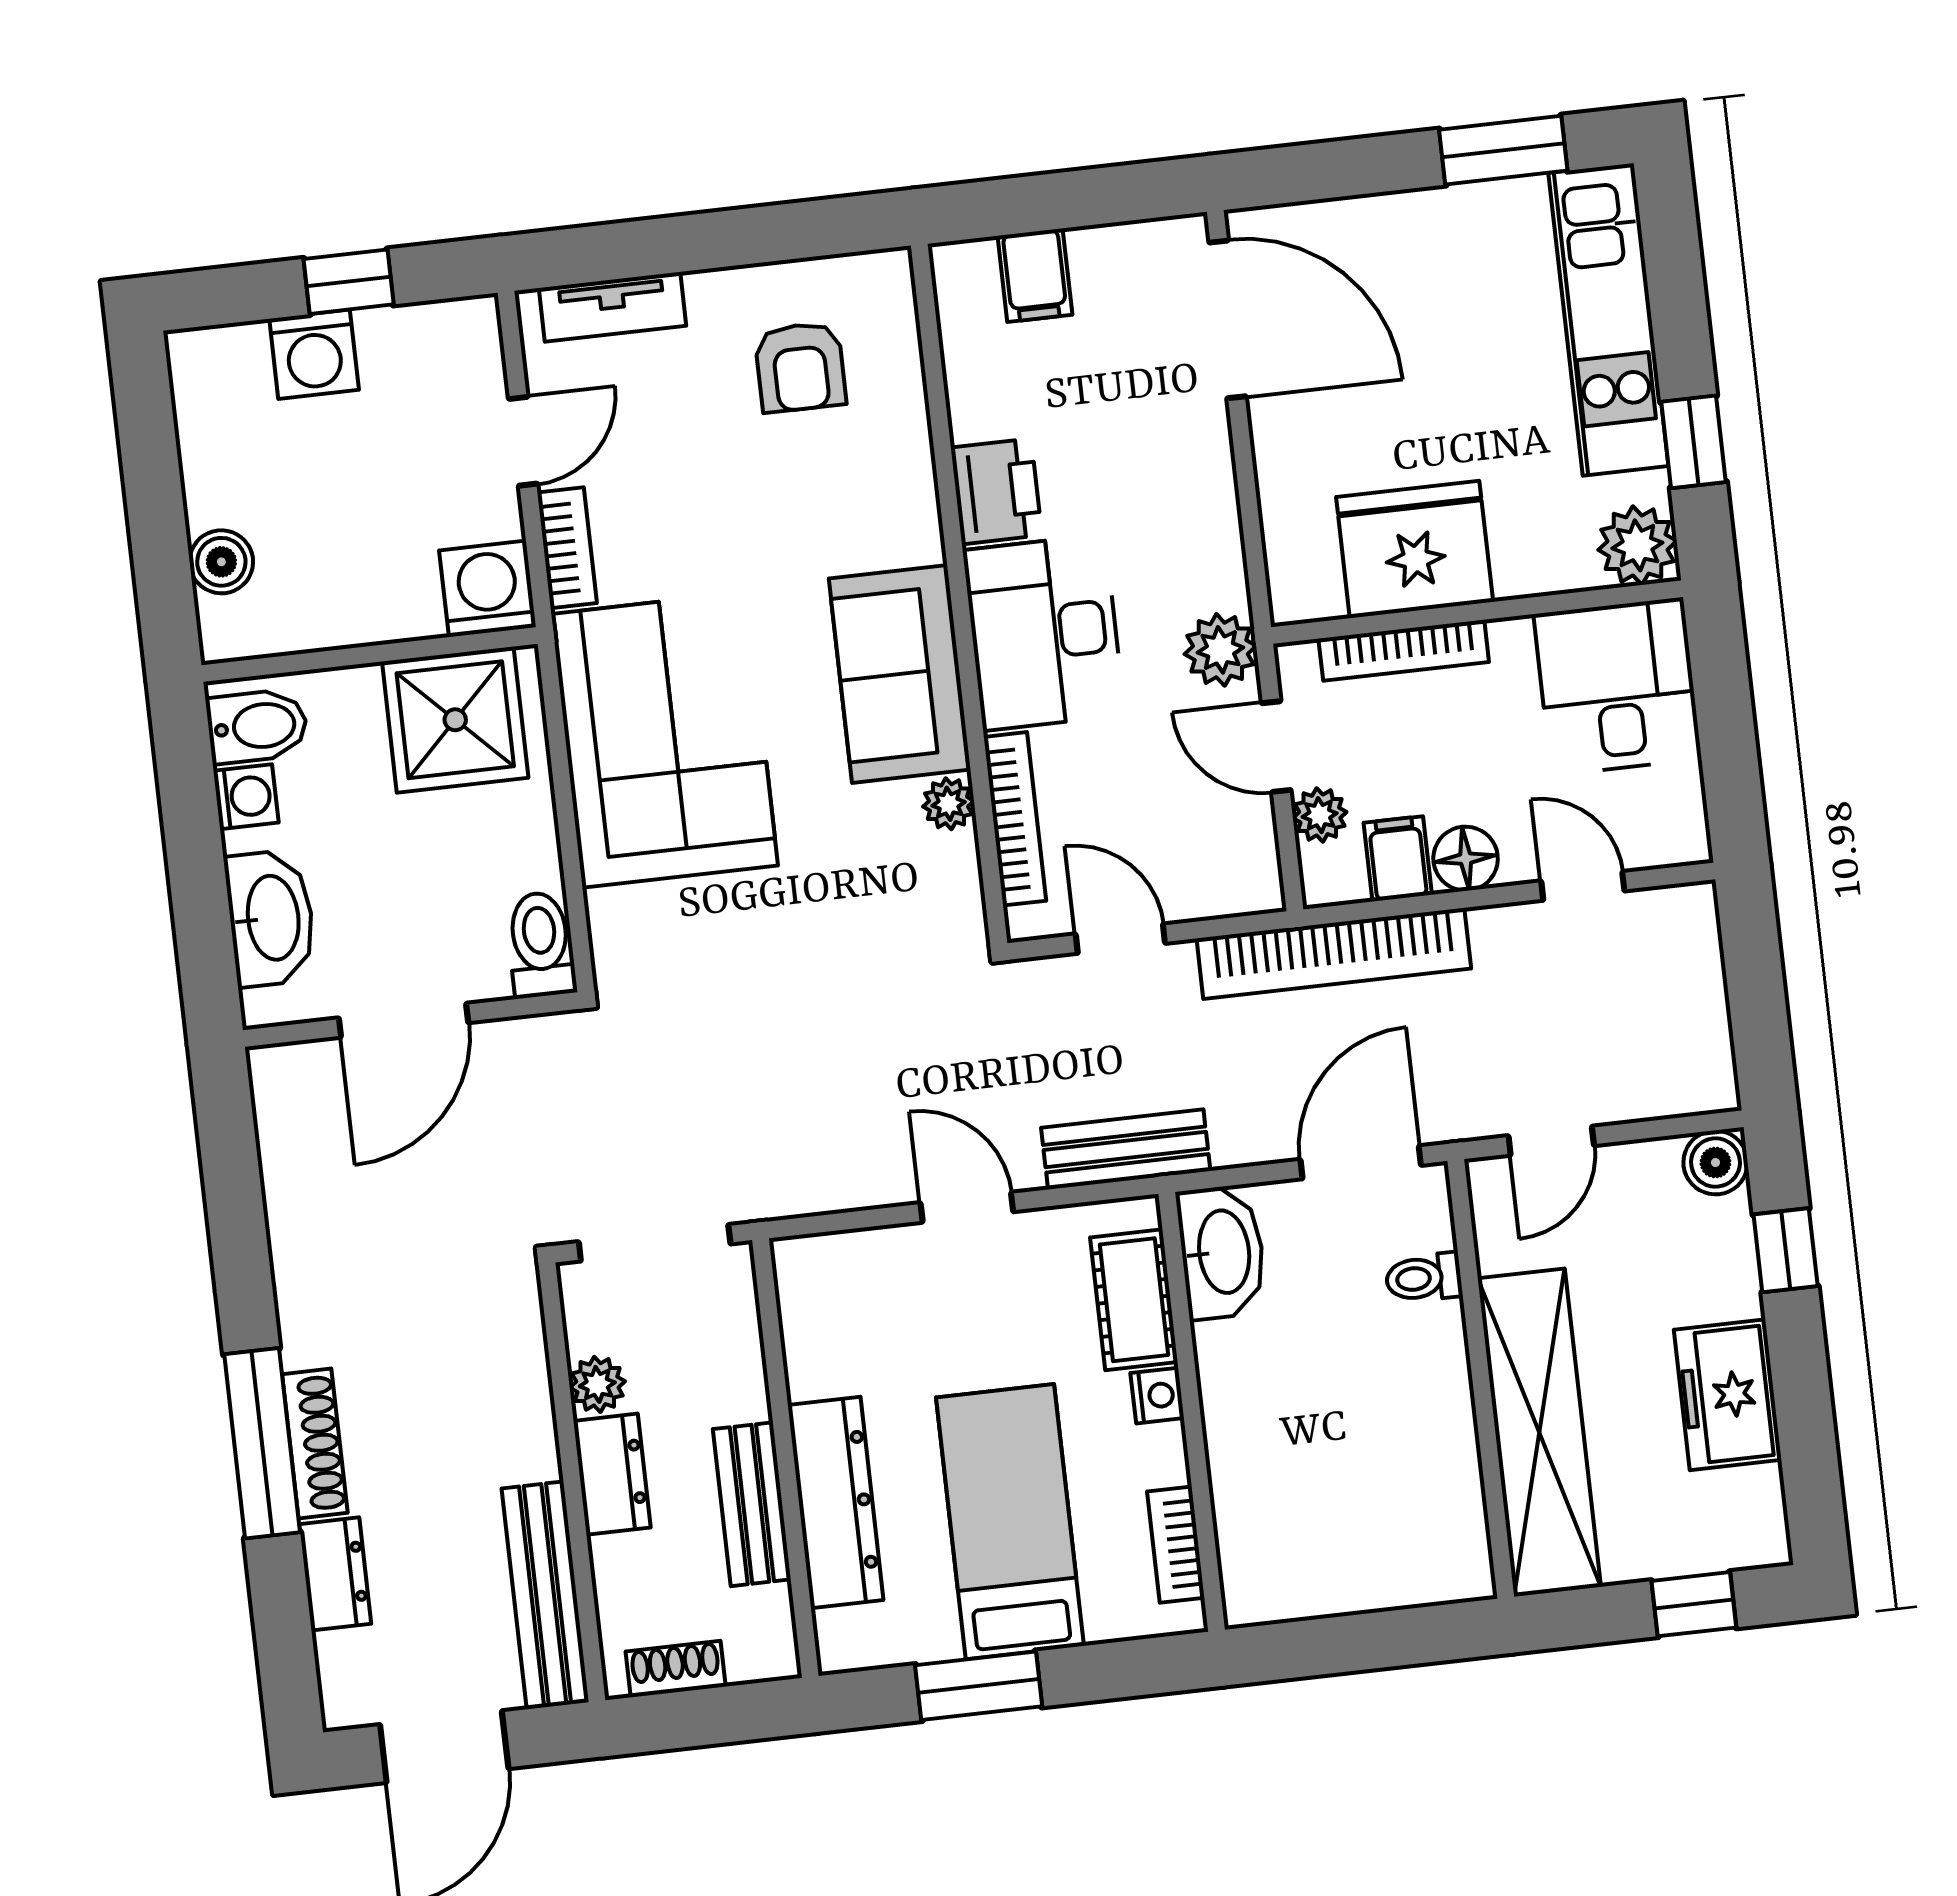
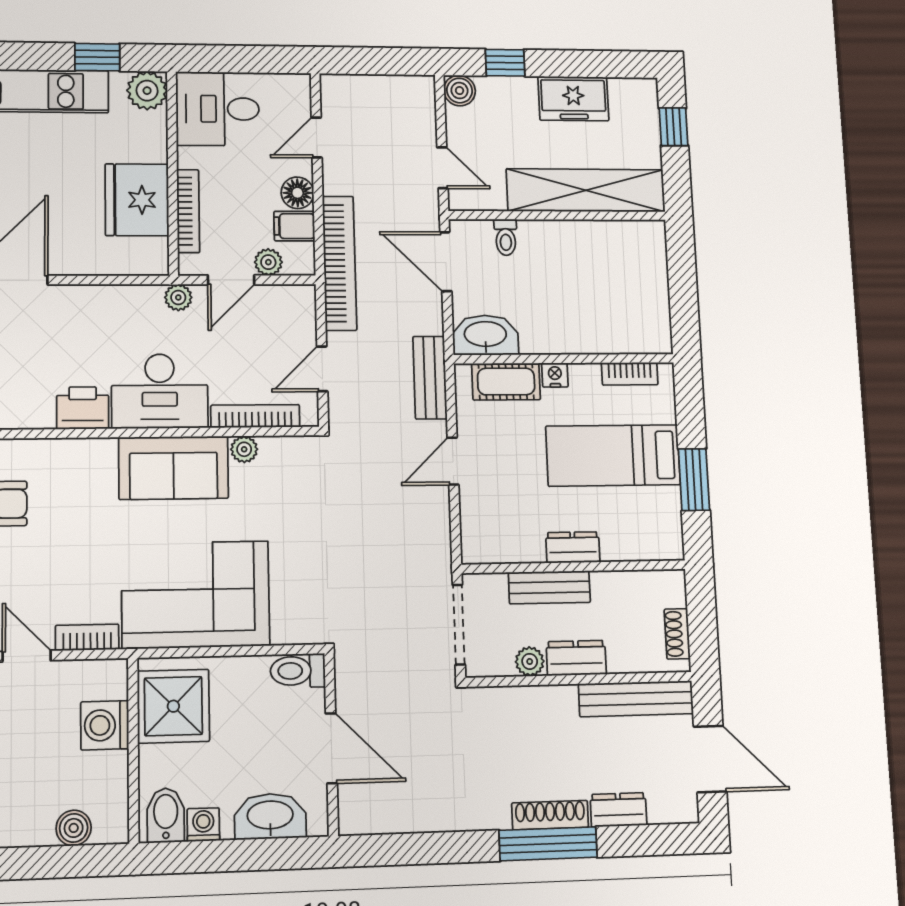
washing machine: (488, 589) -> (105, 725), moved
plant: (1220, 650) -> (178, 297), width x0.73, depth x0.73
dresser: (836, 1503) -> (573, 547), width x0.51, depth x0.80
bench: (752, 1504) -> (549, 587), moved

